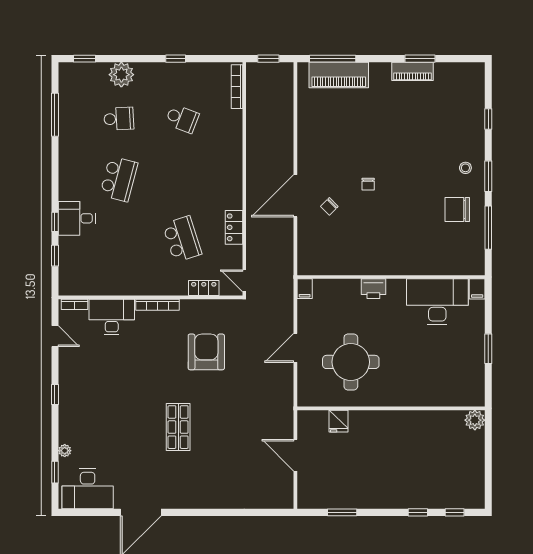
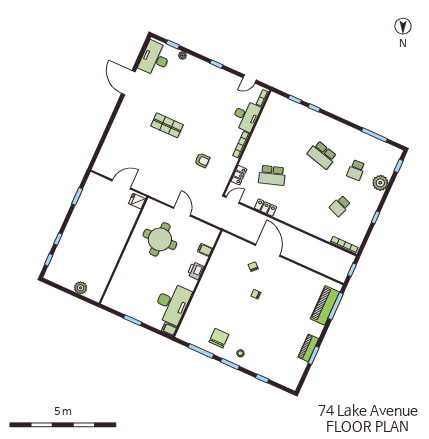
desk: (77, 218) -> (311, 121), removed
filing cabinet: (305, 289) -> (205, 250), moved
armchair: (206, 352) -> (202, 160), width x0.53, depth x0.53
plant: (475, 420) -> (81, 288), moved
fridge: (339, 421) -> (137, 201), moved

